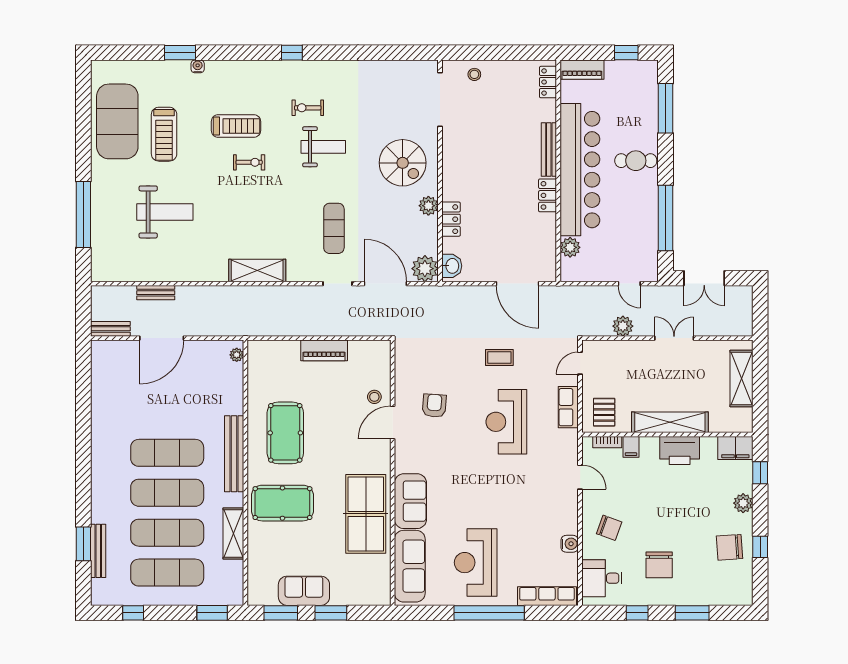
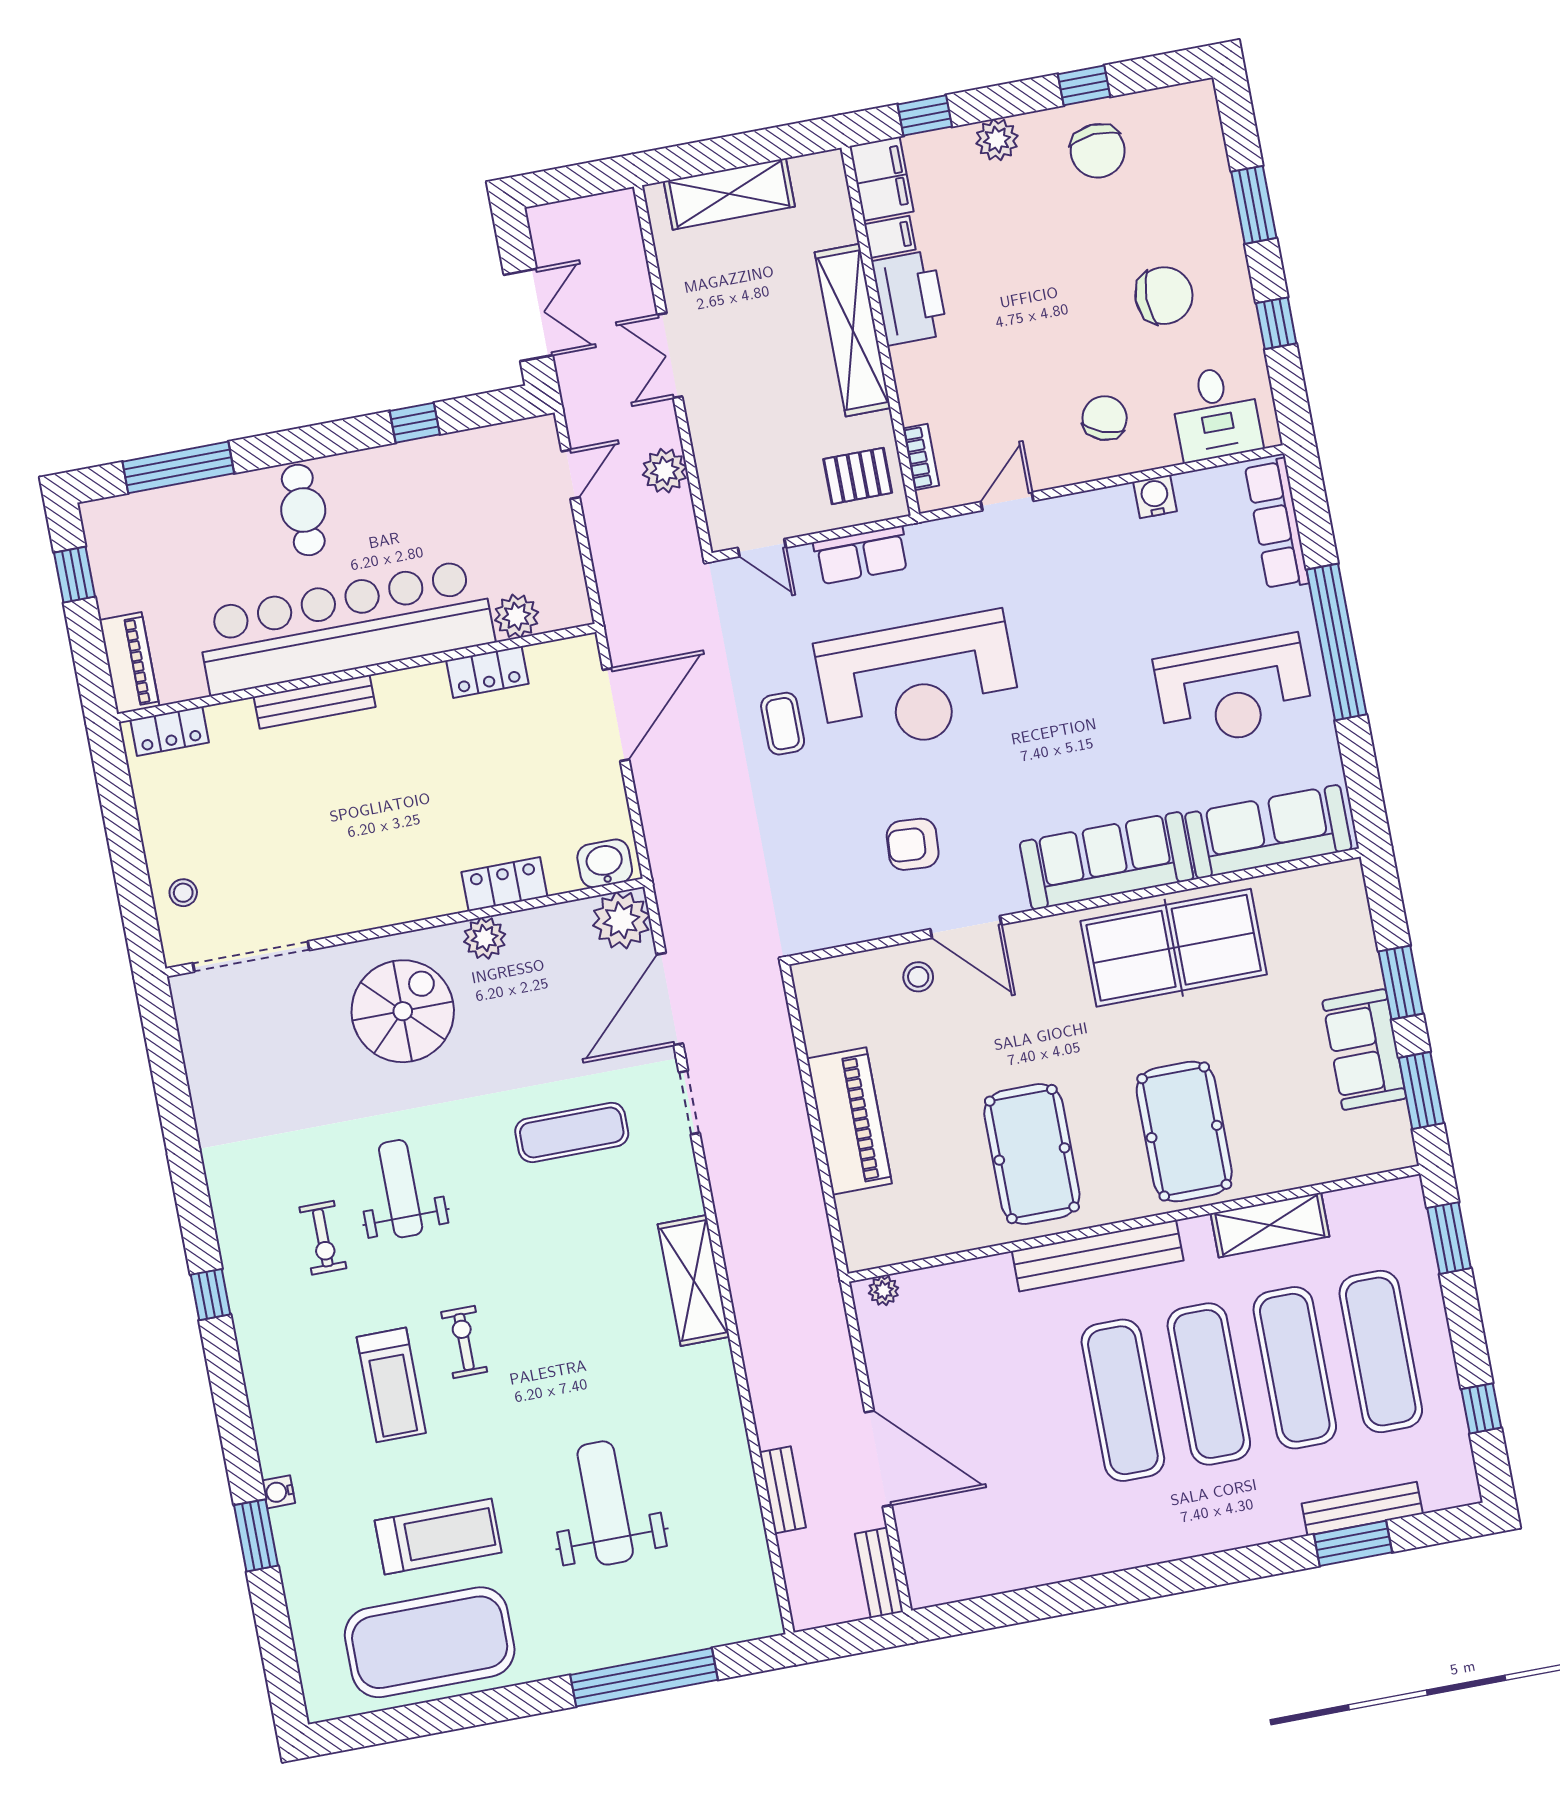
treadmill: (236, 126) -> (391, 1385), turned 180
locker: (548, 195) -> (487, 672), moved
window: (666, 218) -> (415, 423), width x0.32
piano: (324, 350) -> (849, 1121), width x1.37, depth x1.33
reception desk: (506, 422) -> (918, 682), width x1.36, depth x1.30
pool table: (285, 433) -> (1032, 1154), turned 90
filing cabinet: (631, 447) -> (890, 237), moved
sofa: (410, 501) -> (1107, 861), width x1.36

